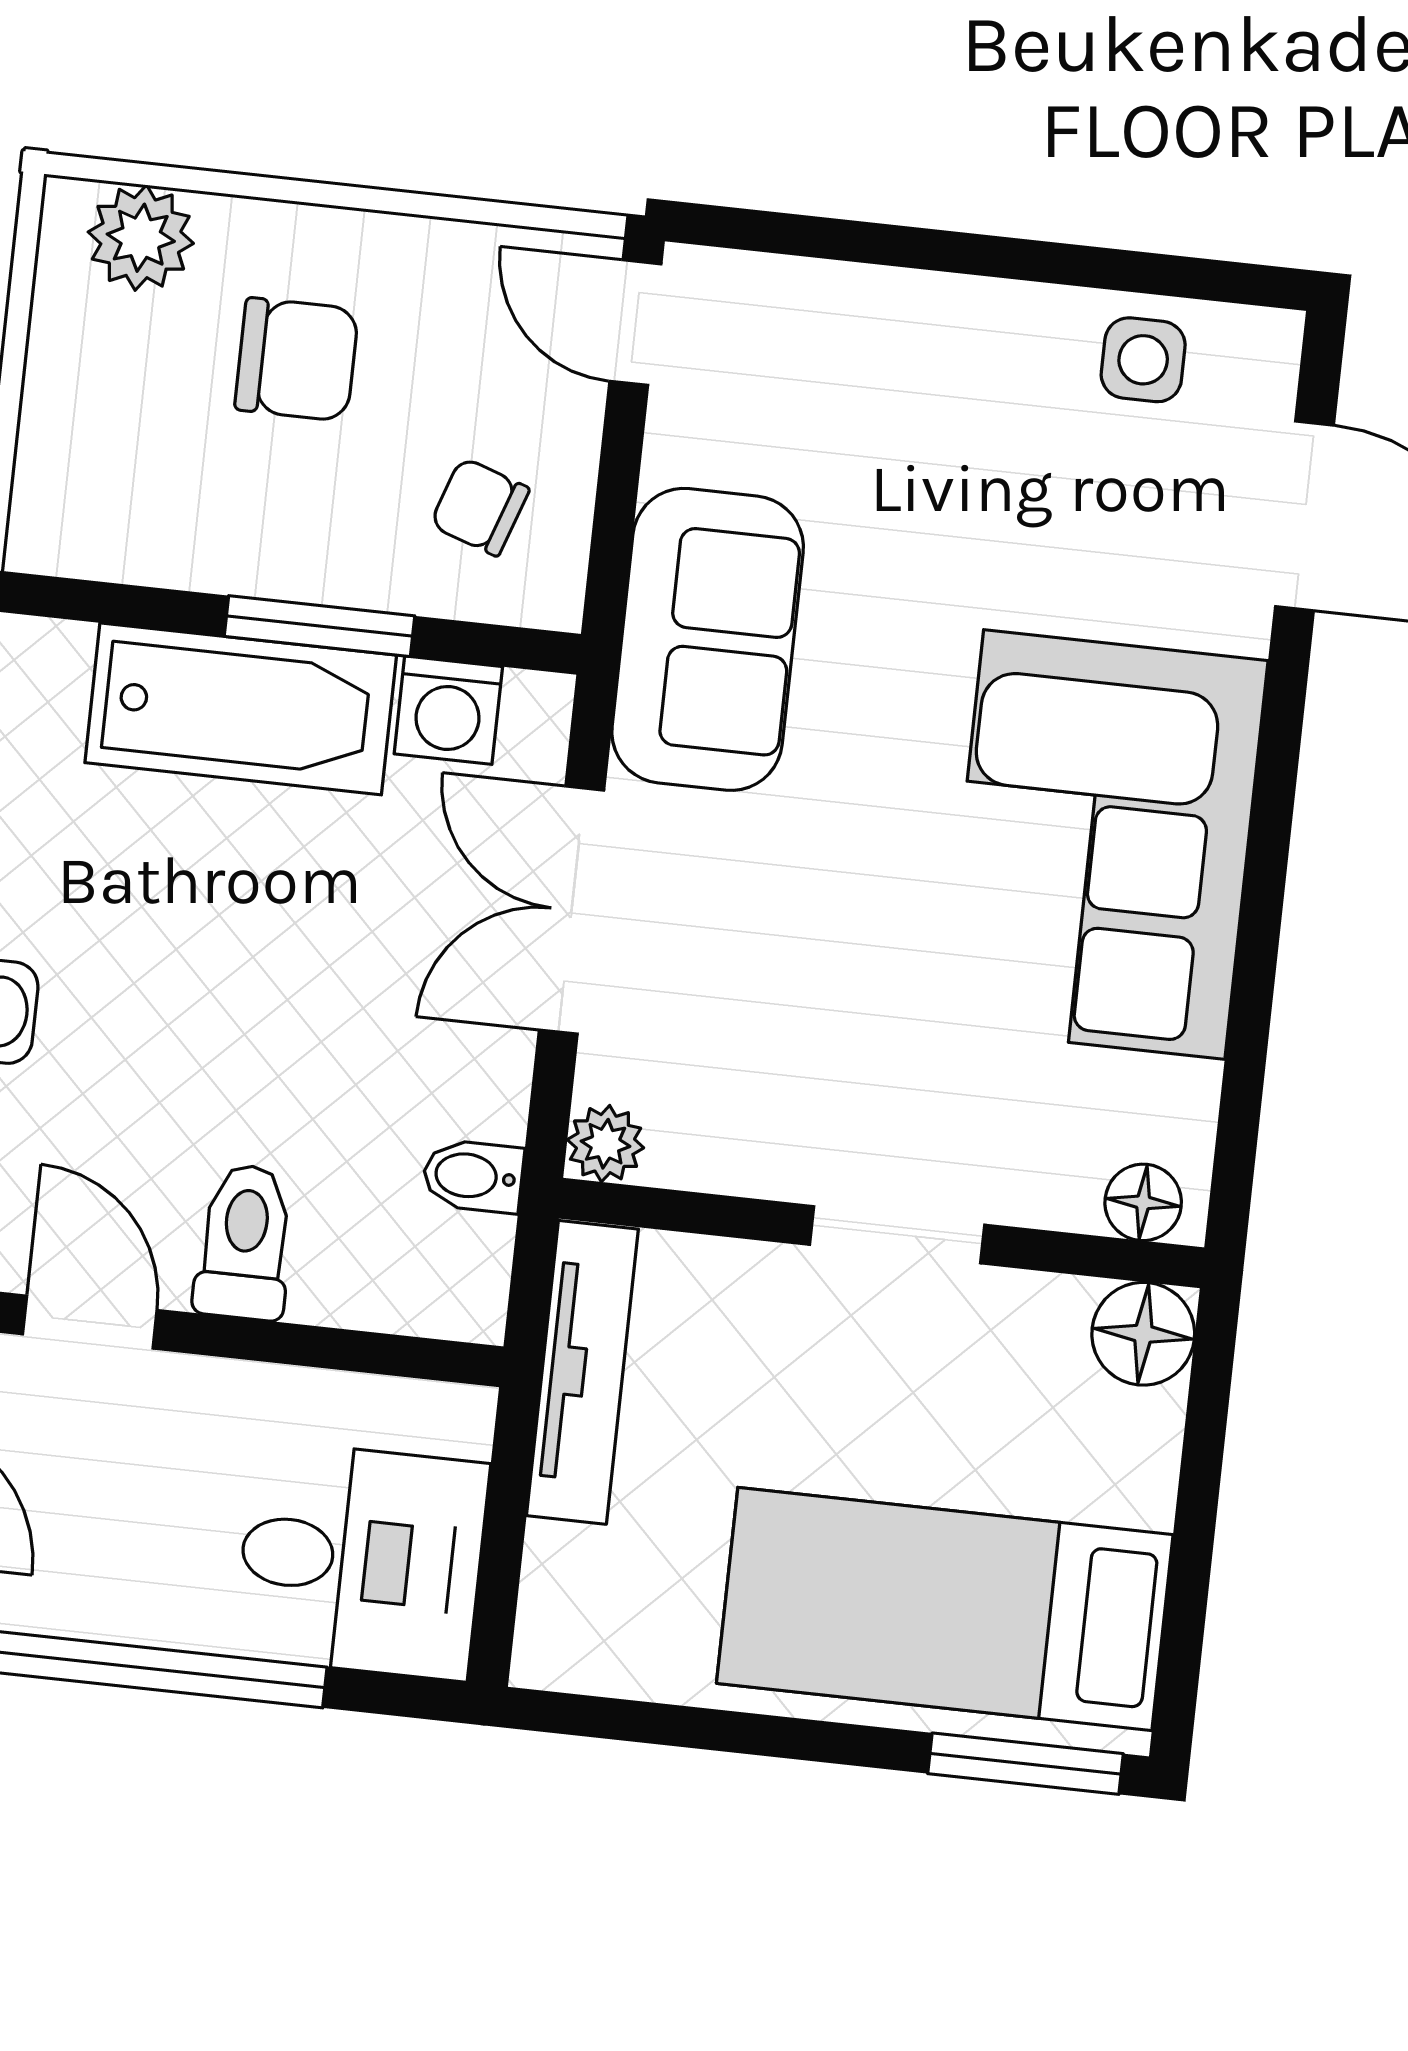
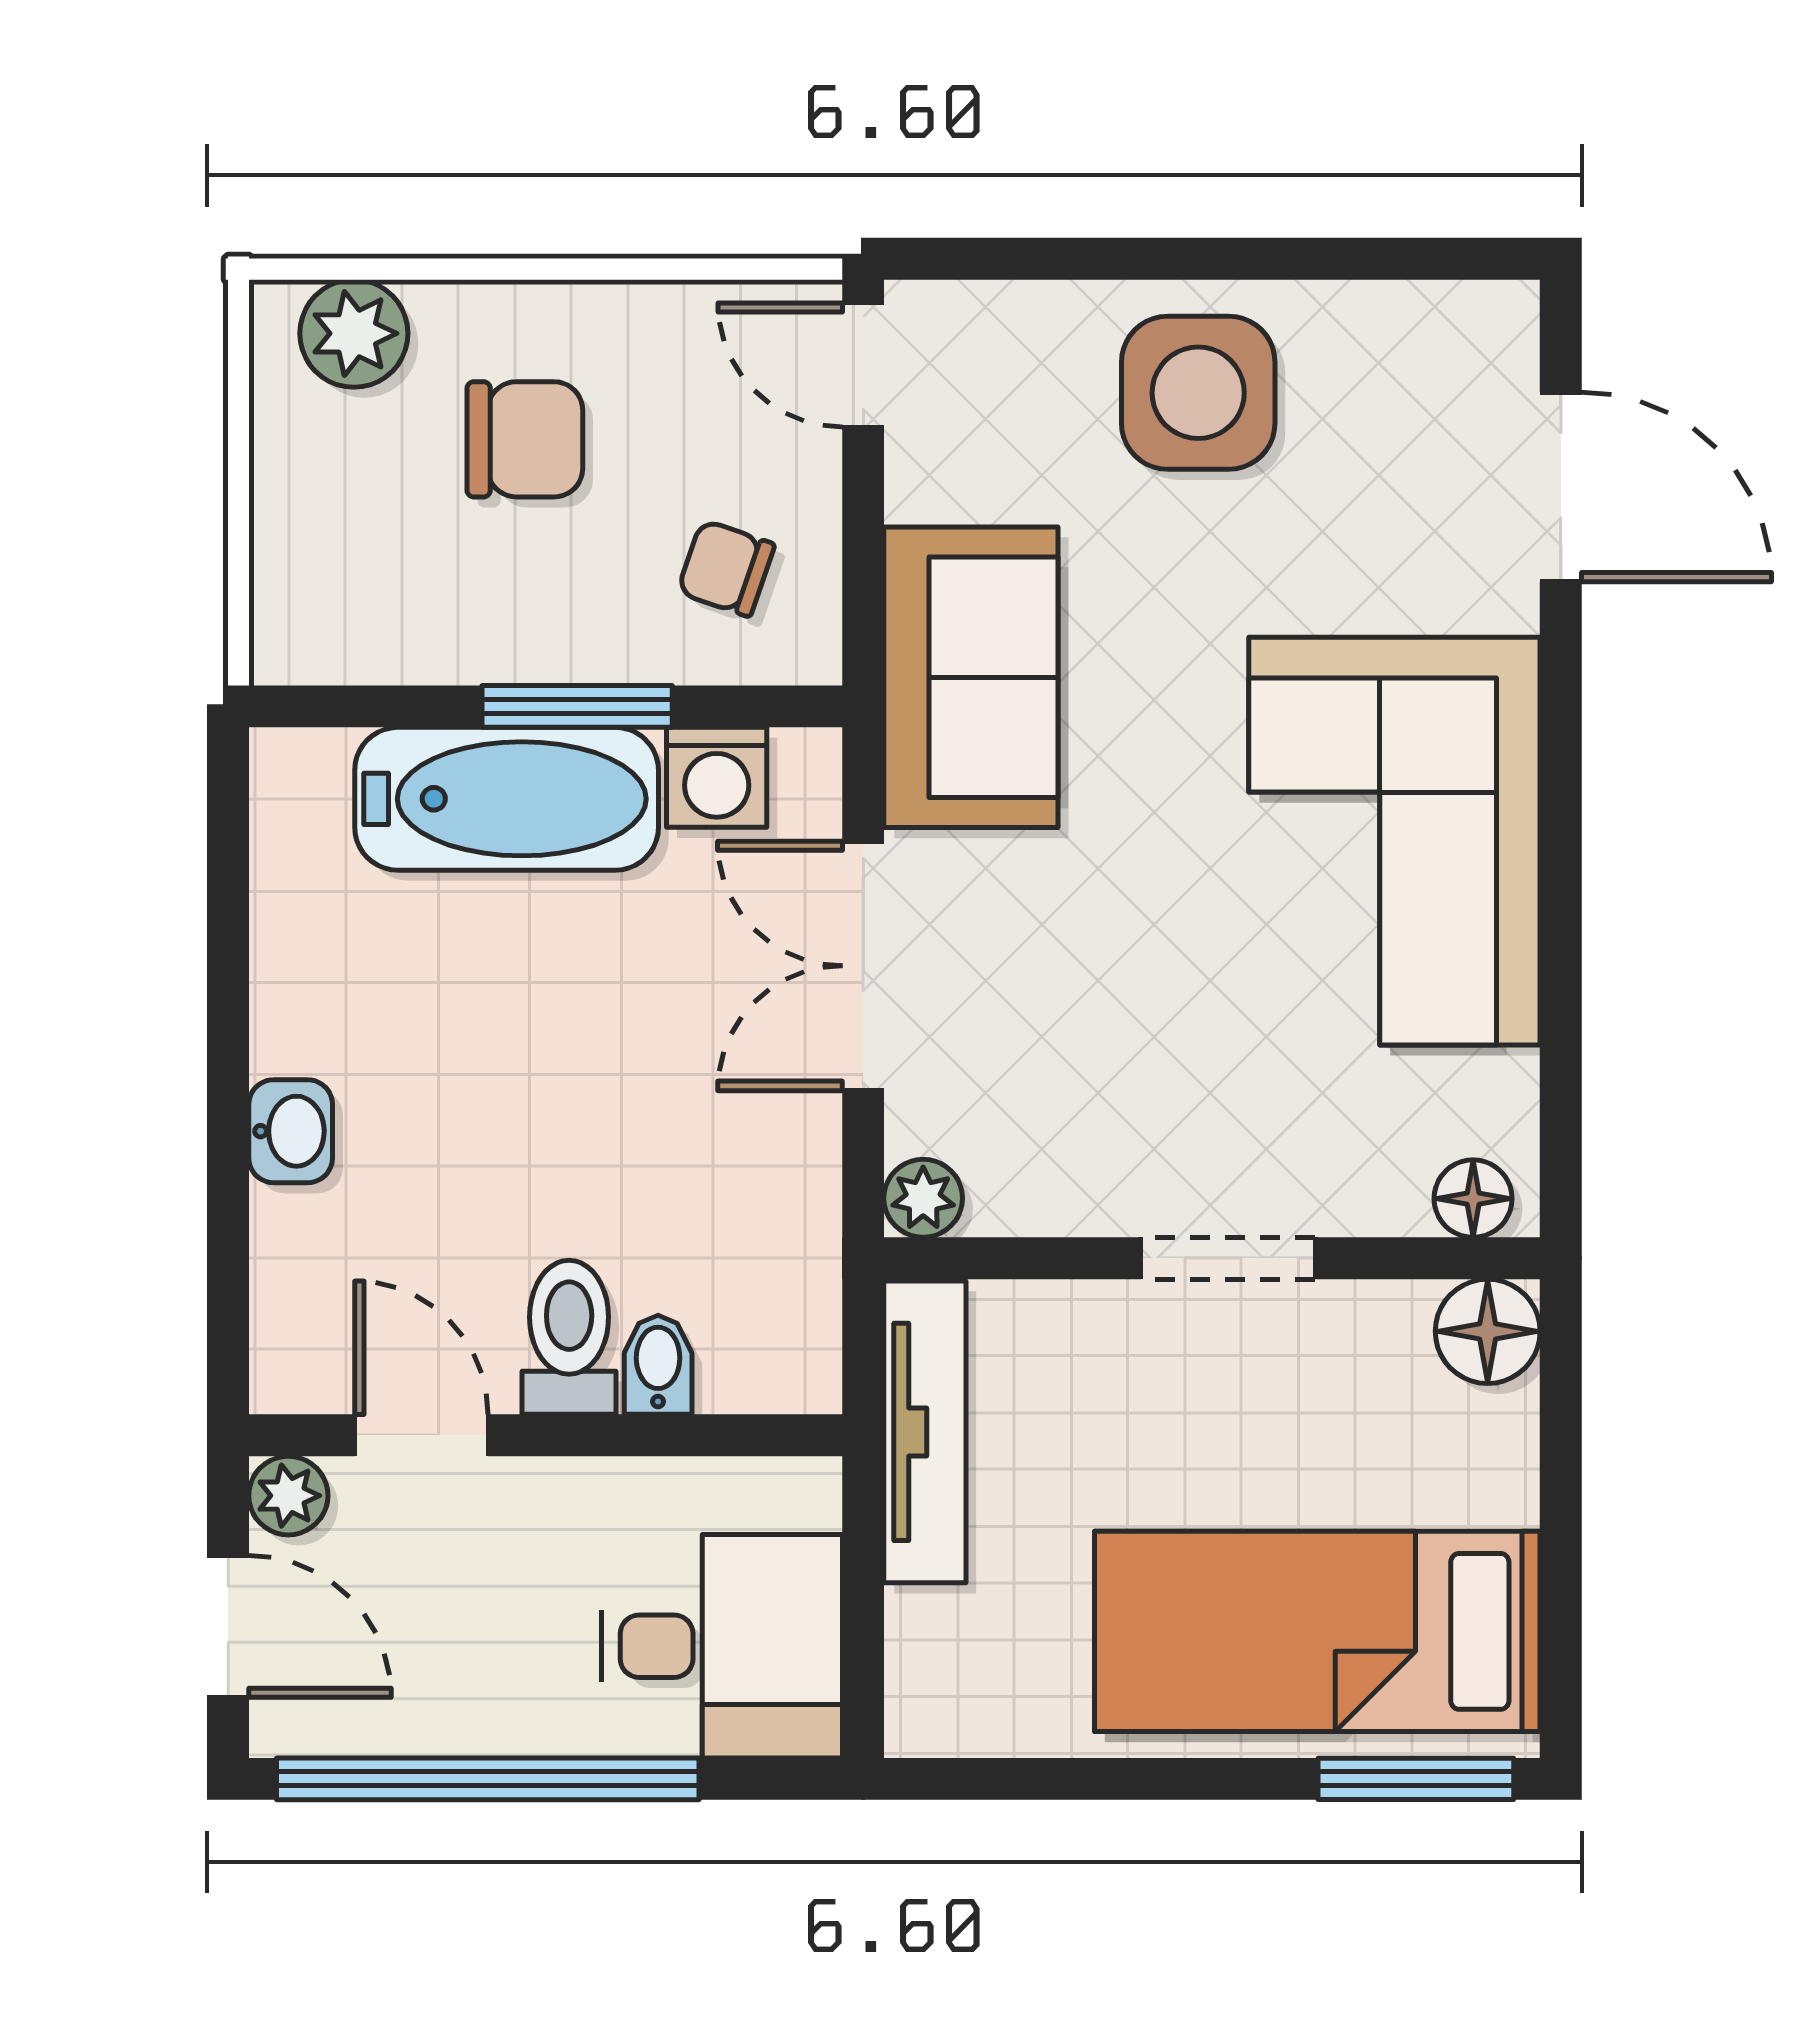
side table: (1143, 360) -> (1198, 393), moved, width x1.87, depth x1.87
bidet: (473, 1176) -> (658, 1365), moved, turned 90

